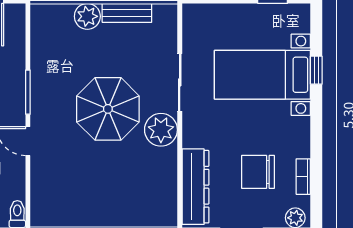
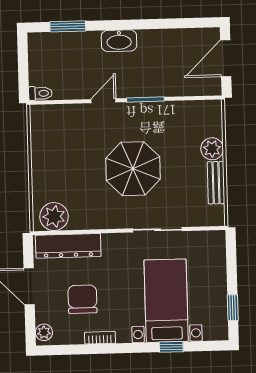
plant: (161, 130) -> (54, 217), moved
bookcase: (303, 177) -> (100, 338), moved

